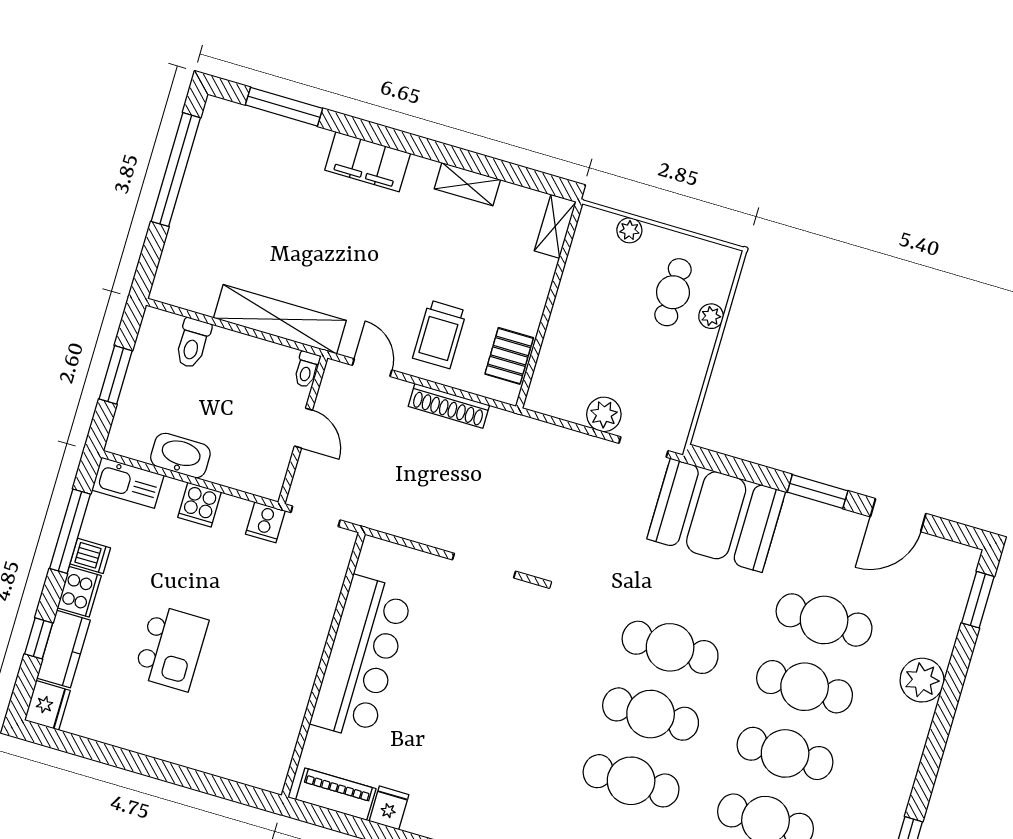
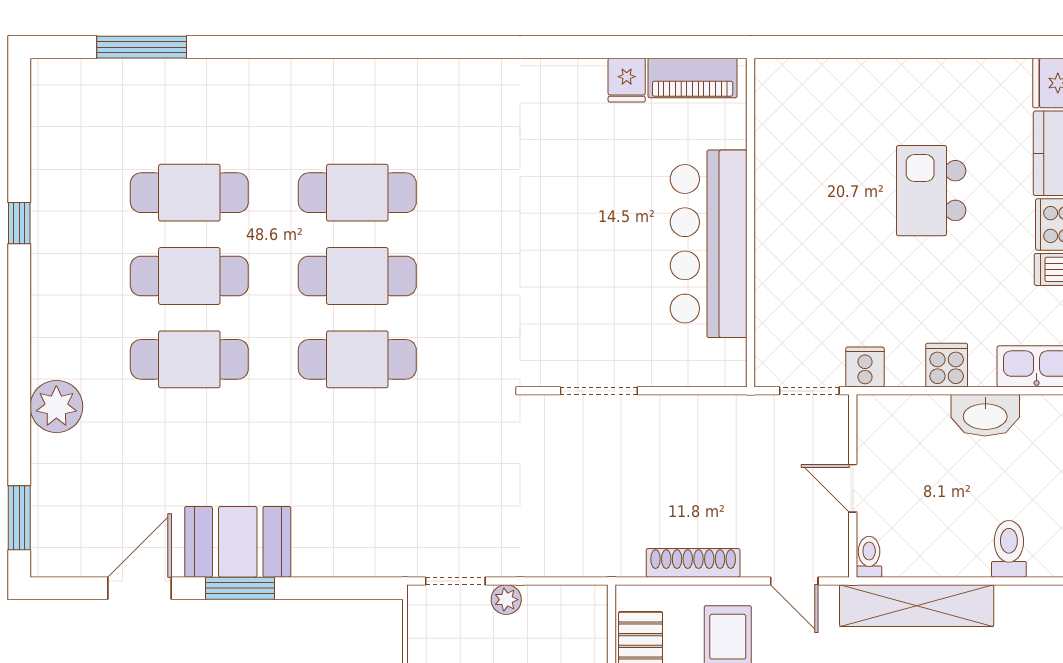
plant: (604, 414) -> (506, 600), width x0.73, depth x0.73
booth: (716, 515) -> (238, 542), moved, width x0.73, depth x0.70
cafe table: (824, 620) -> (189, 443), removed

